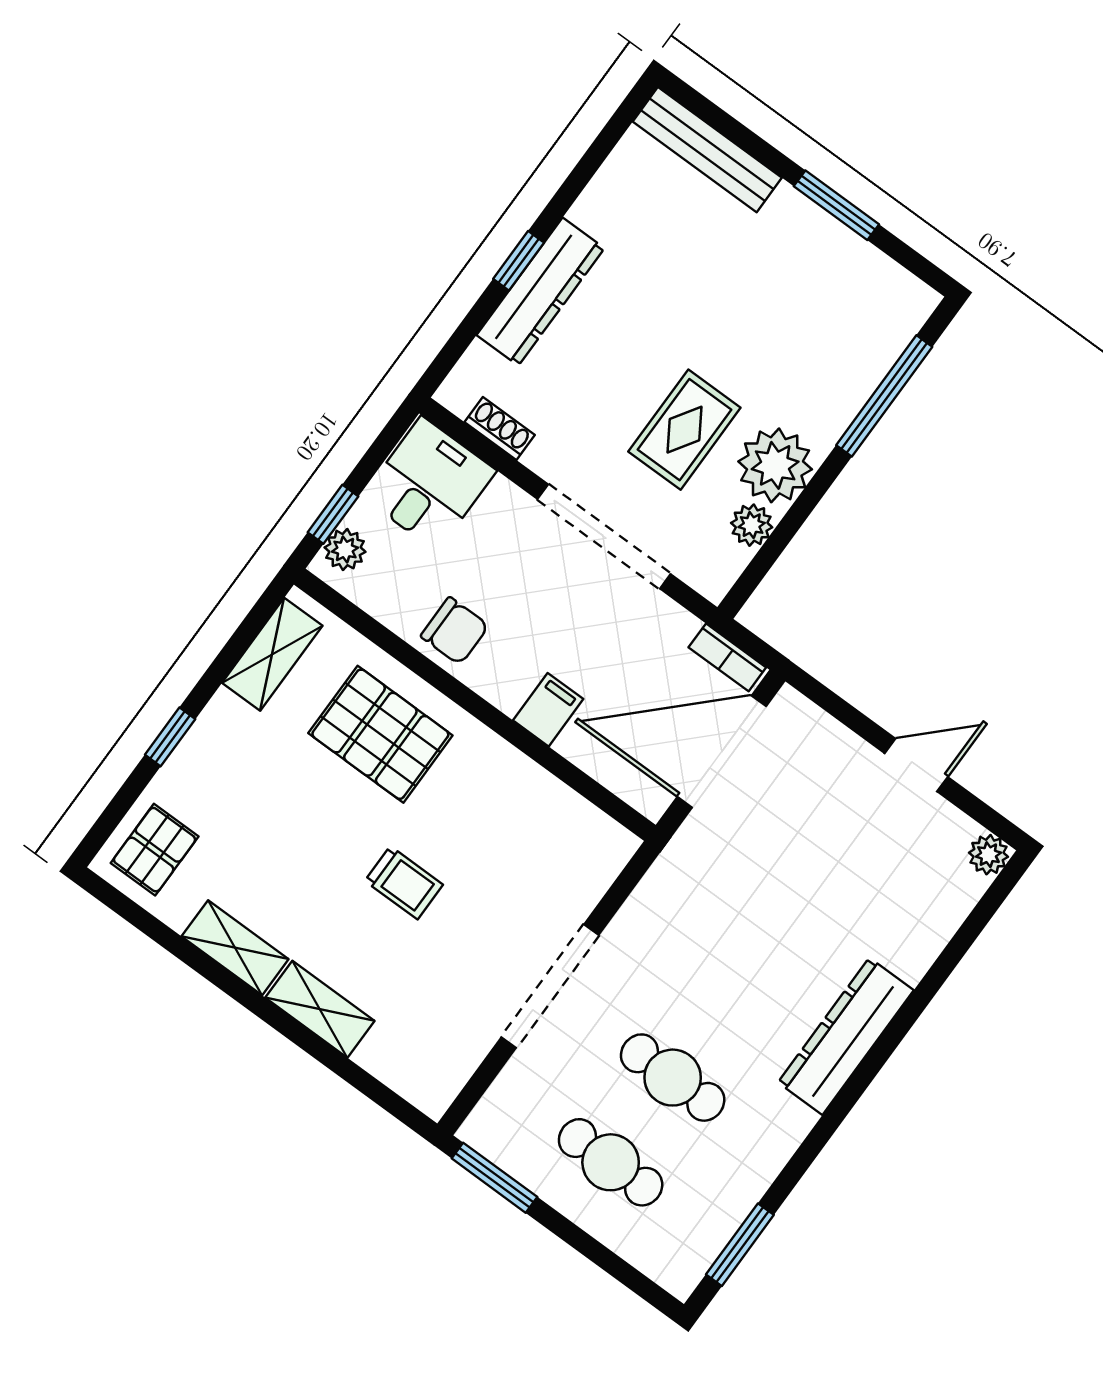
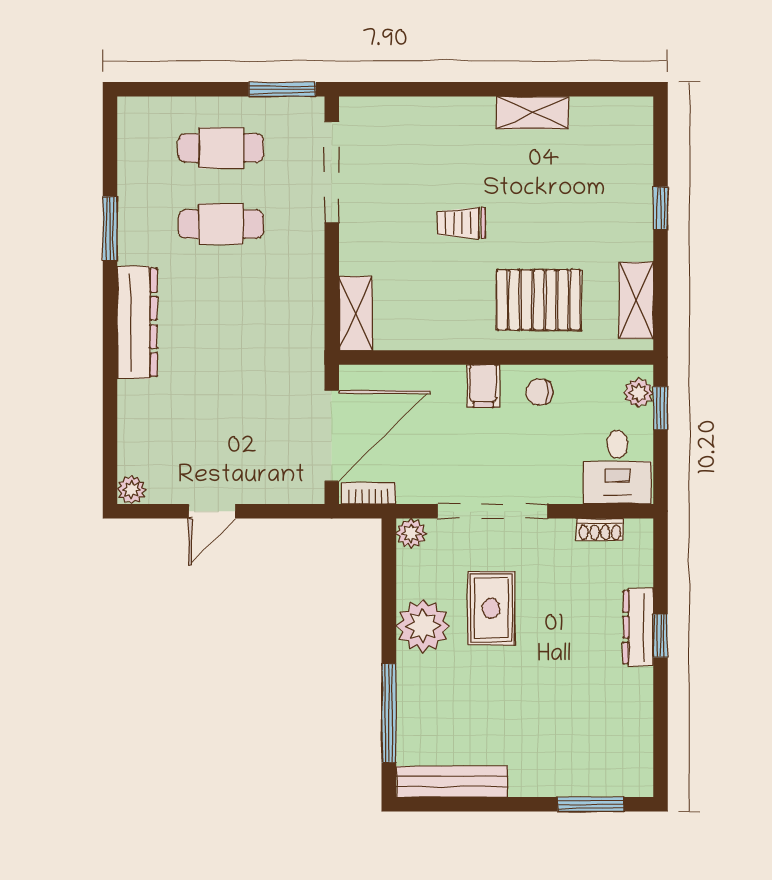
bench: (707, 150) -> (452, 782), moved
window: (836, 205) -> (591, 804), moved
dresser: (540, 292) -> (638, 627), width x0.73, depth x0.80
plant: (752, 525) -> (411, 533), moved
chair: (455, 631) -> (540, 392), width x0.73, depth x0.73
filing cabinet: (548, 710) -> (483, 386), moved
pallet: (155, 850) -> (621, 136), removed
doorway: (550, 986) -> (332, 172), moved
shelving: (320, 1009) -> (355, 313), moved, turned 90
window: (740, 1245) -> (110, 229), moved

